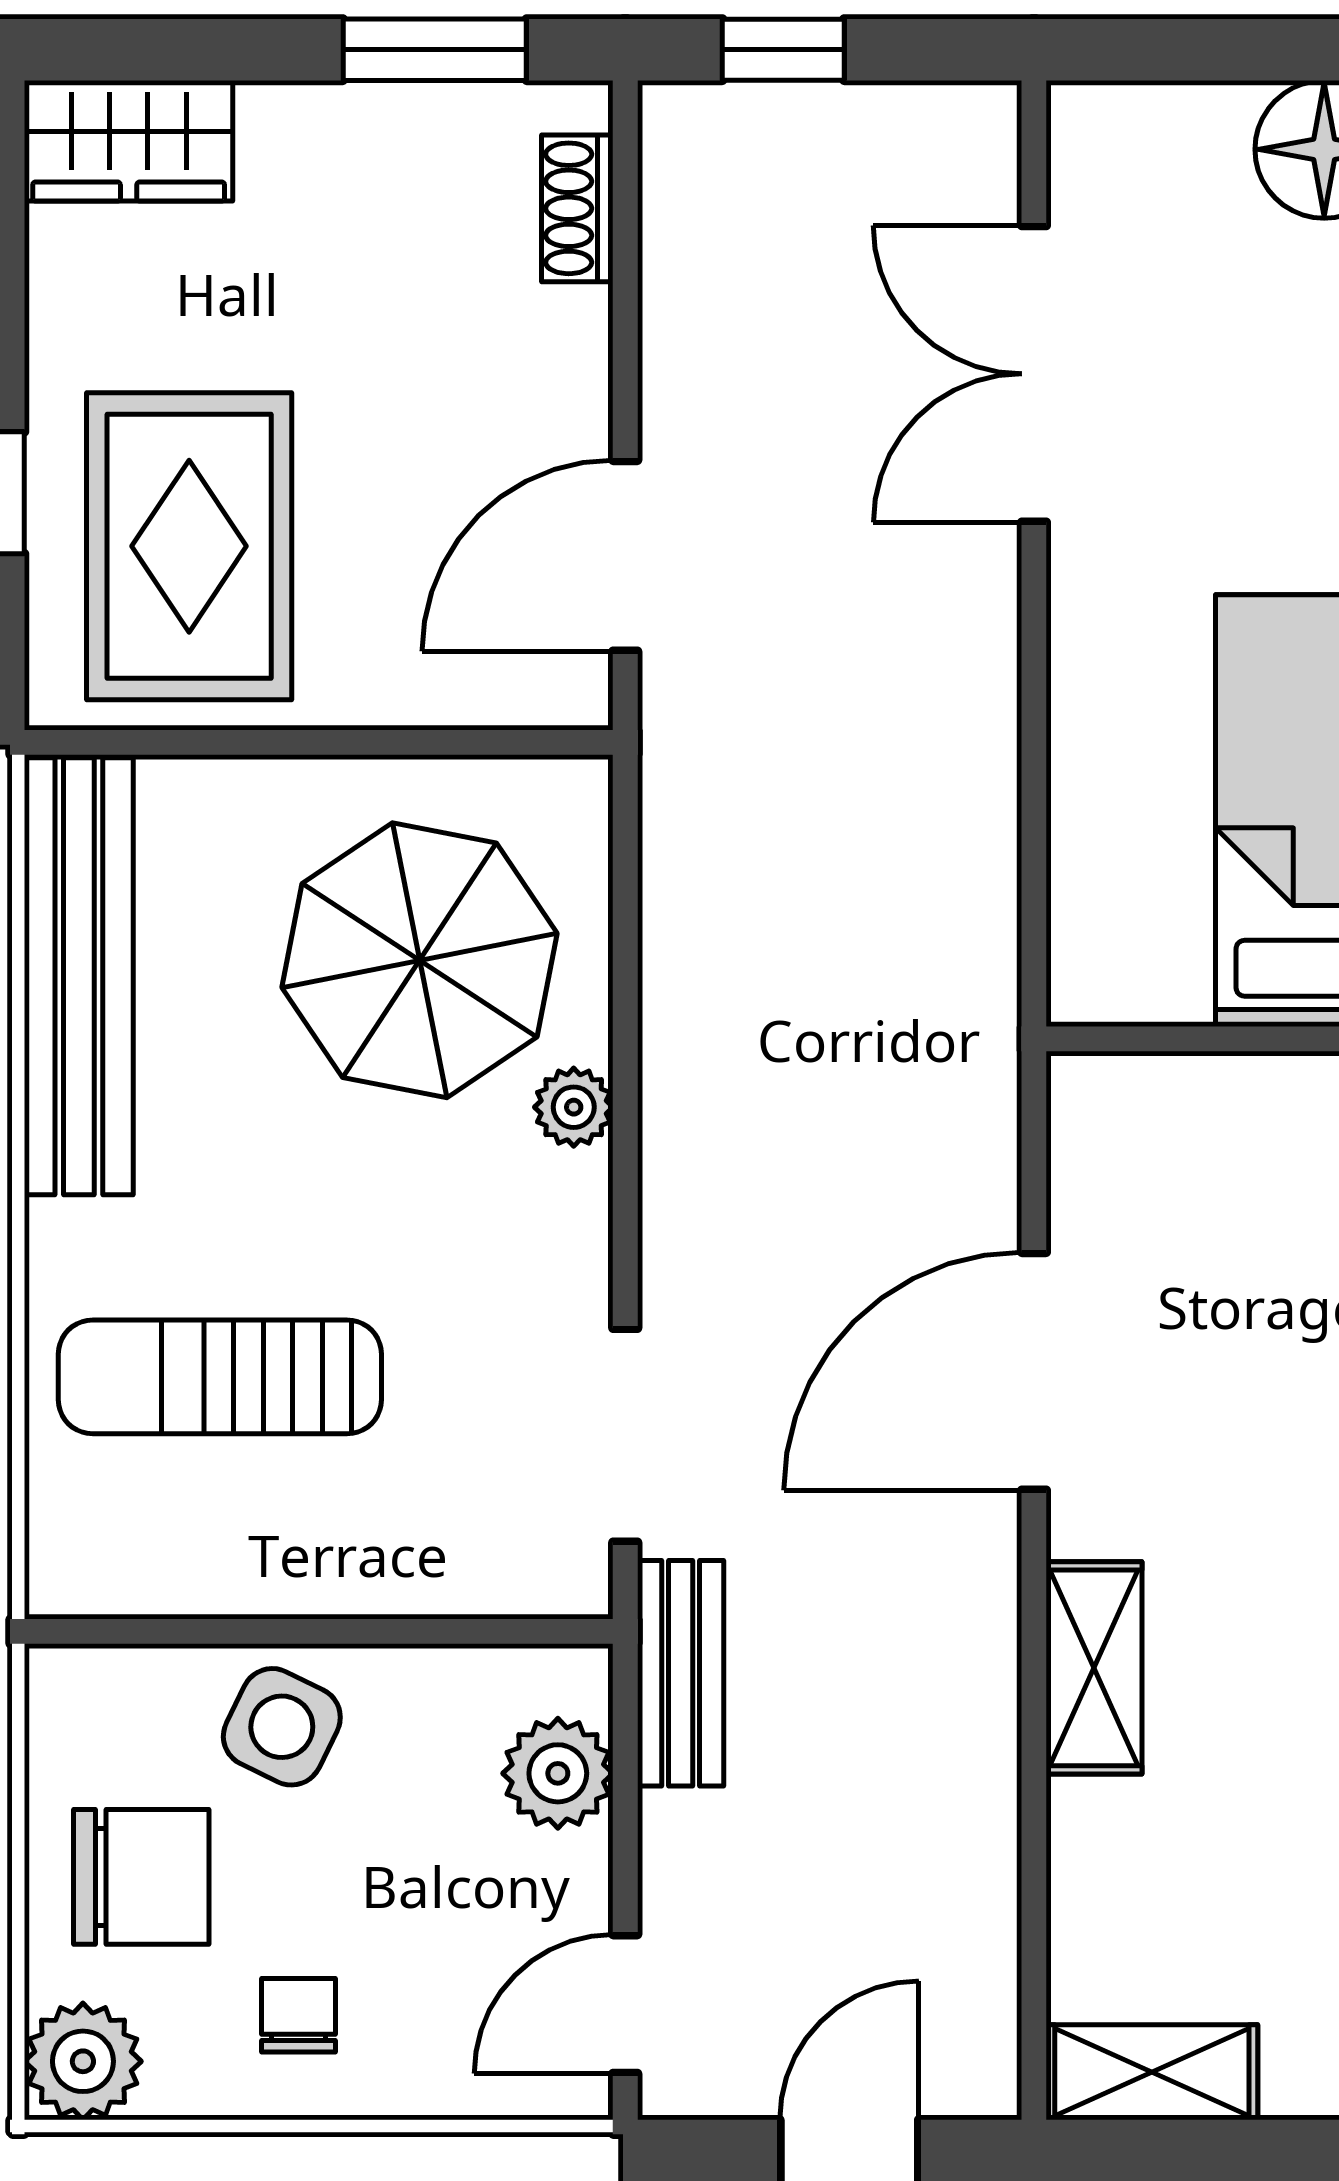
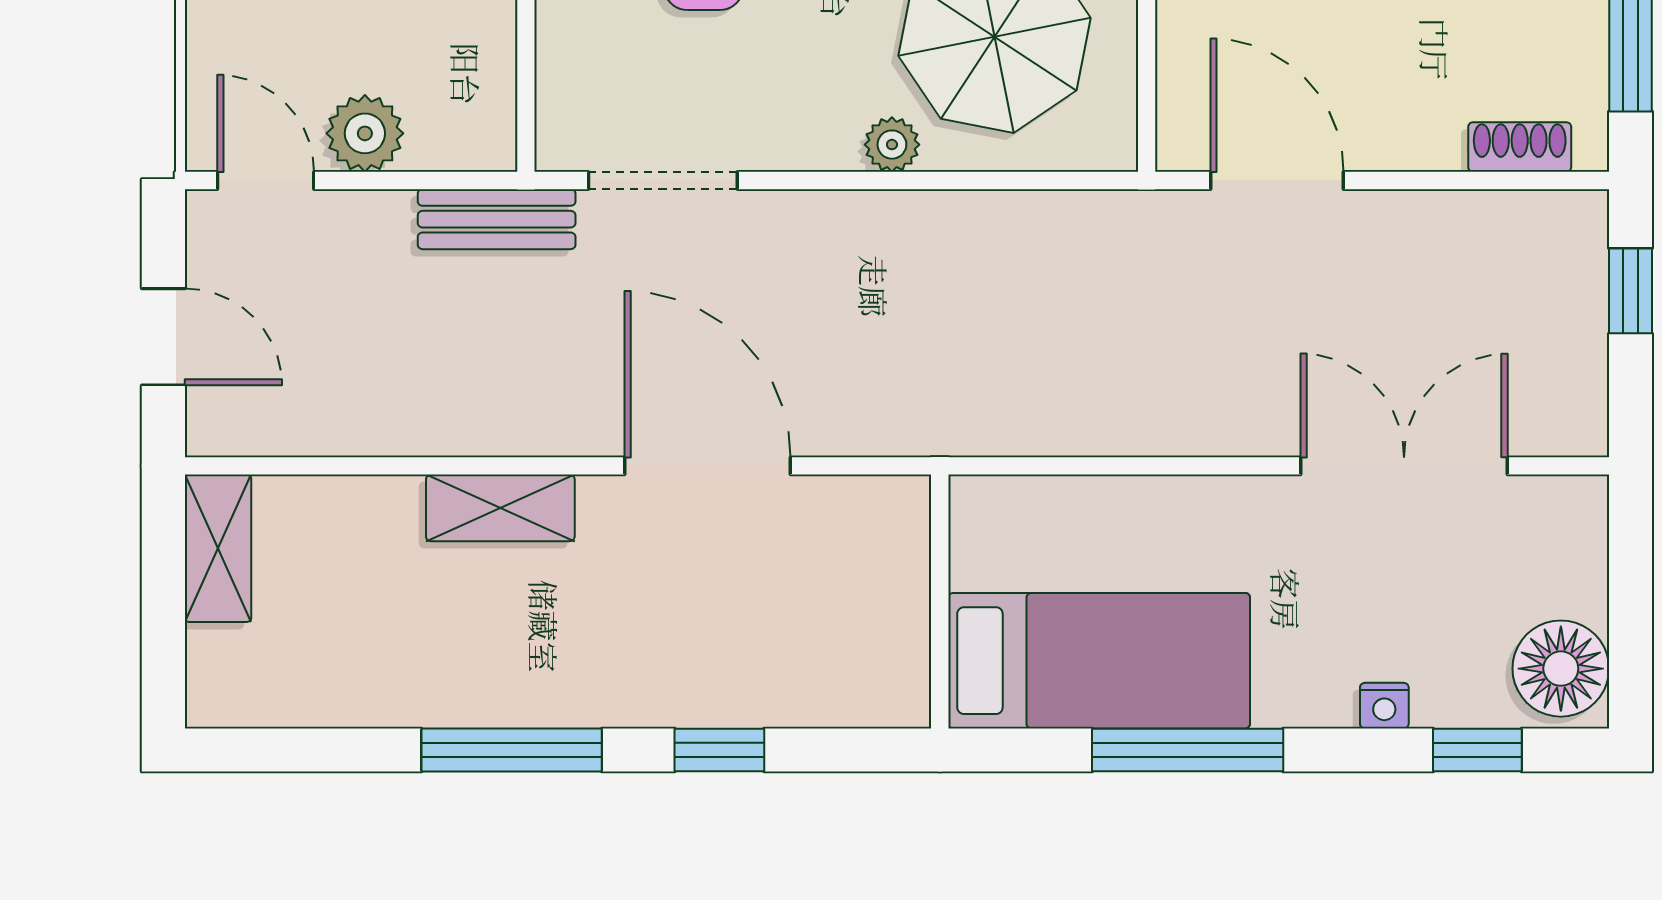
plant: (558, 1773) -> (365, 133), moved

